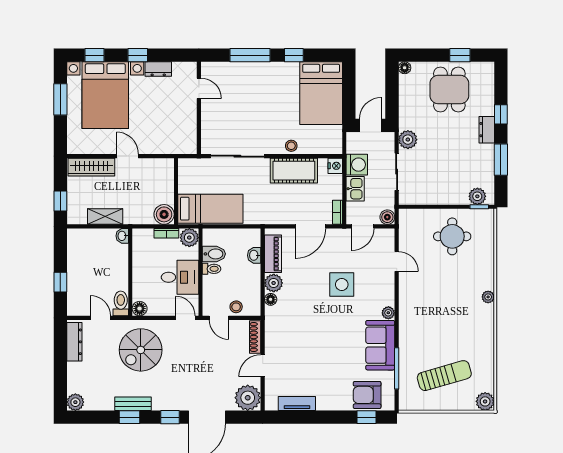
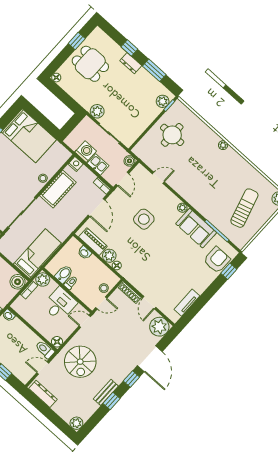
door: (370, 125) -> (71, 125), removed
armchair: (367, 395) -> (217, 260), turned 180

